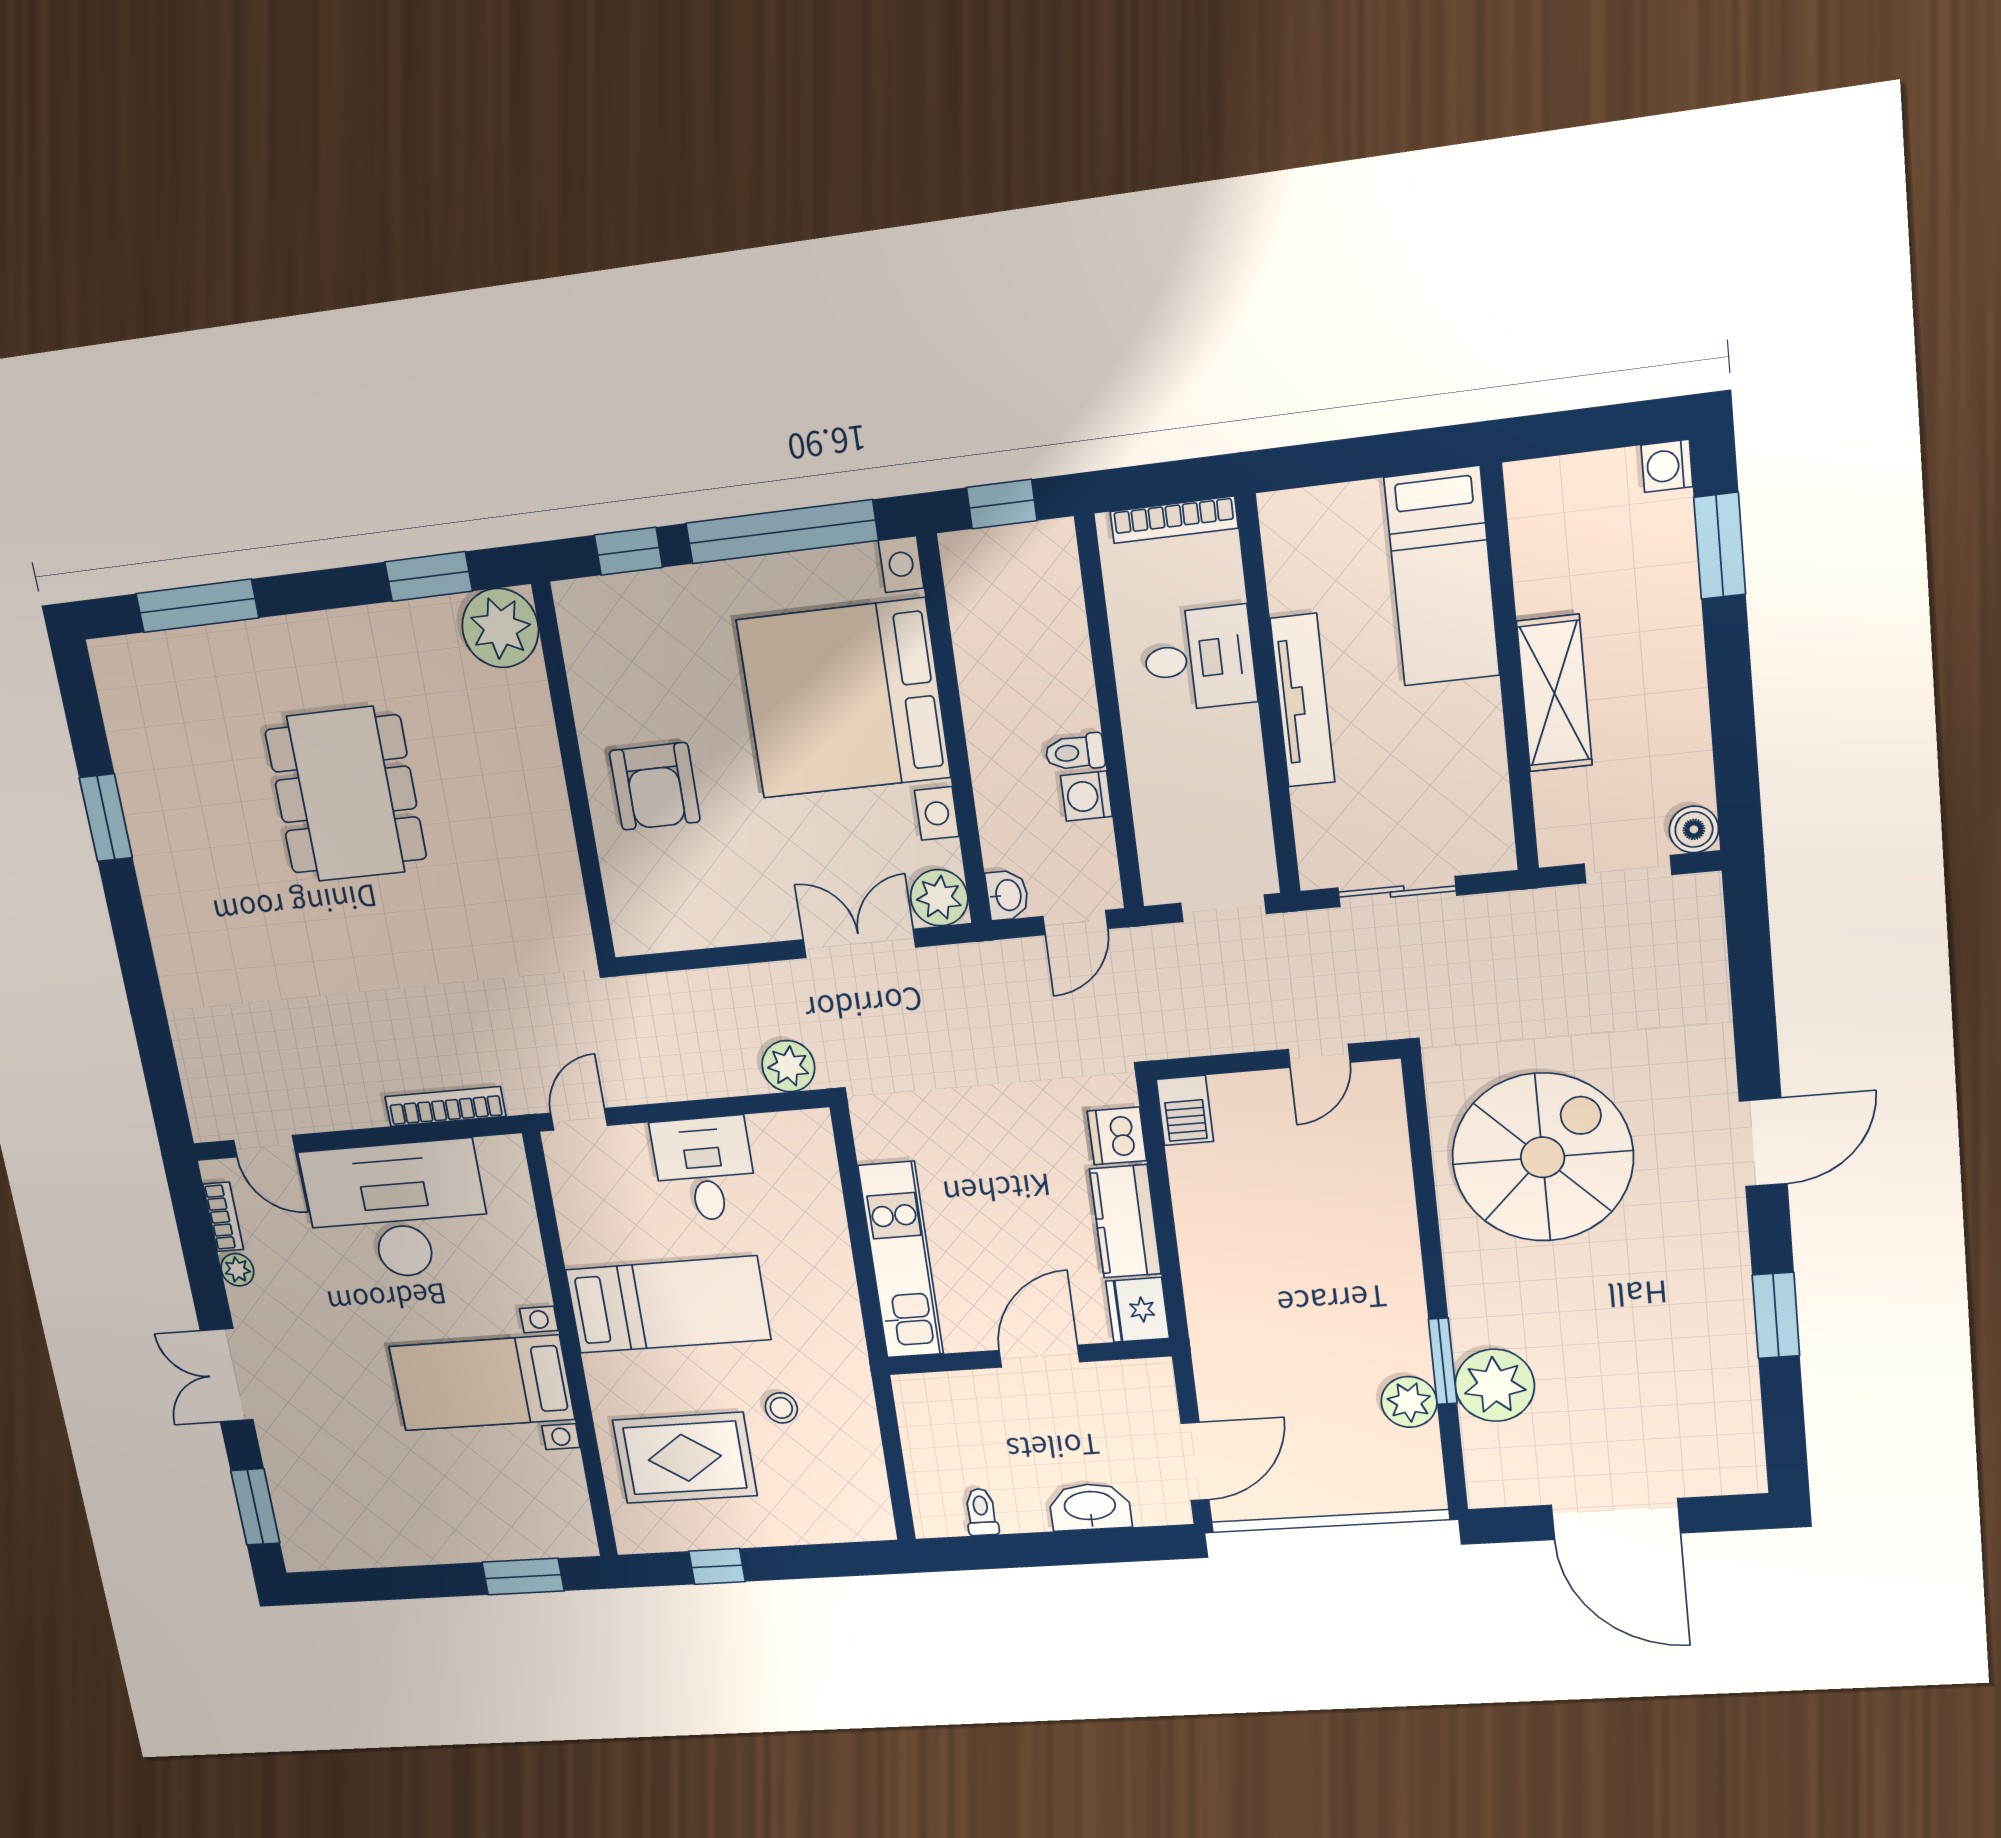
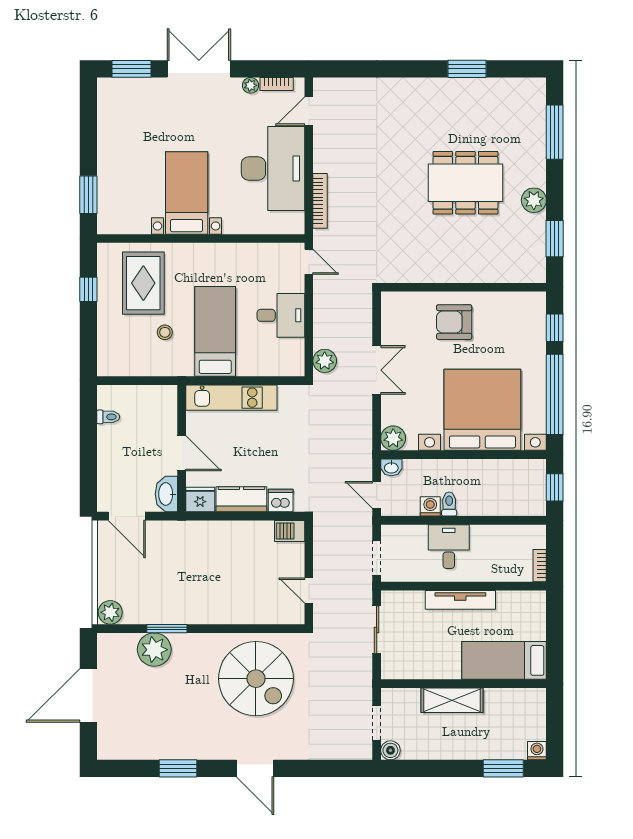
bookcase: (1174, 520) -> (540, 566), width x0.64
plant: (500, 628) -> (534, 200), moved, width x0.73, depth x0.73
desk: (1199, 659) -> (449, 547), moved, turned 180
double door: (859, 943) -> (377, 370), moved
bed: (668, 1305) -> (215, 331), moved, turned 180
double door: (227, 1375) -> (199, 69), width x1.37
plant: (1409, 1402) -> (110, 612), moved
washbasin: (1090, 1507) -> (166, 494), moved, turned 180

